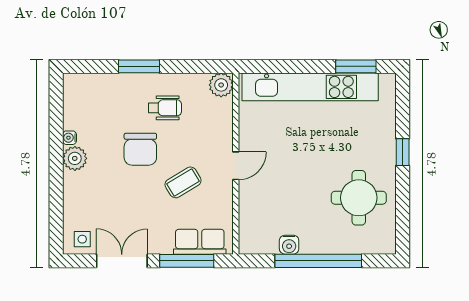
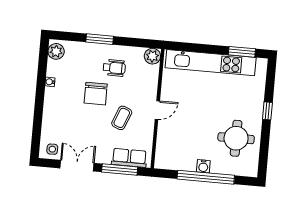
plant: (75, 158) -> (56, 51), moved
coffee table: (183, 182) -> (122, 118), turned -37
water cooler: (289, 245) -> (203, 166), moved

